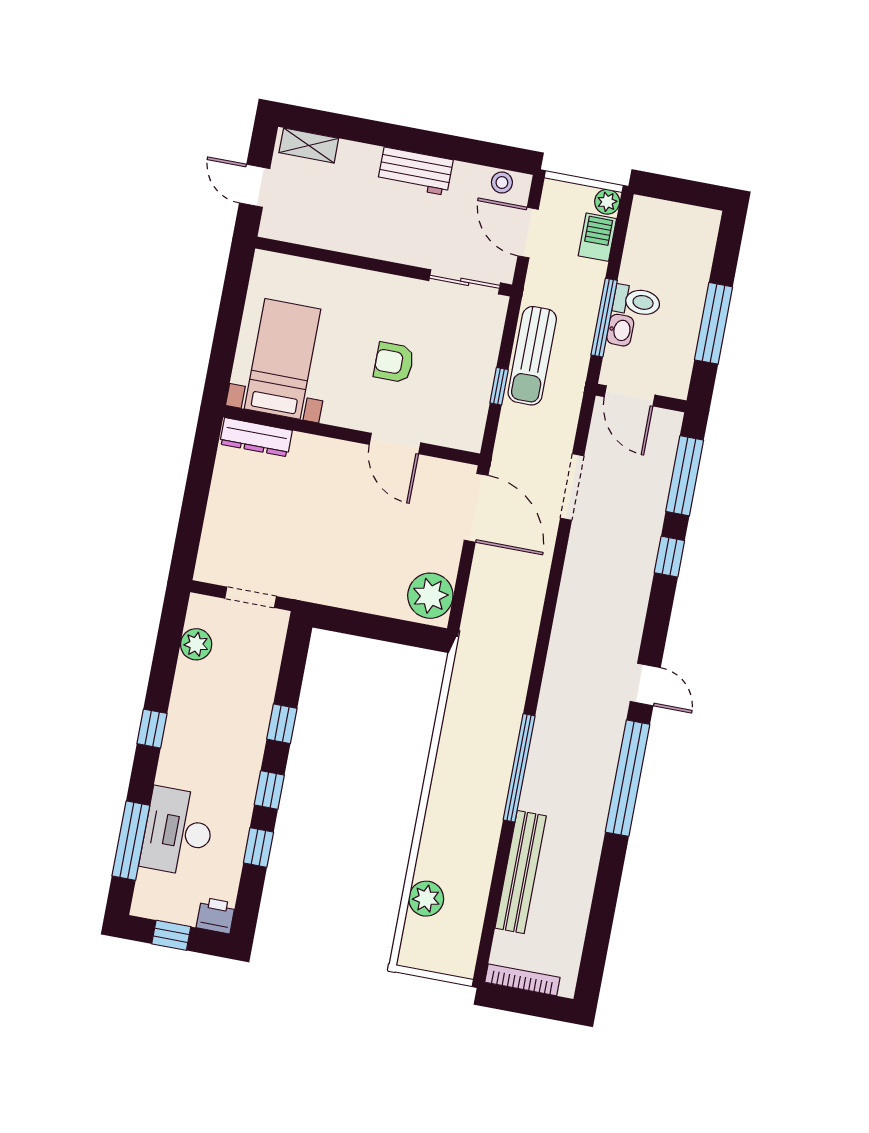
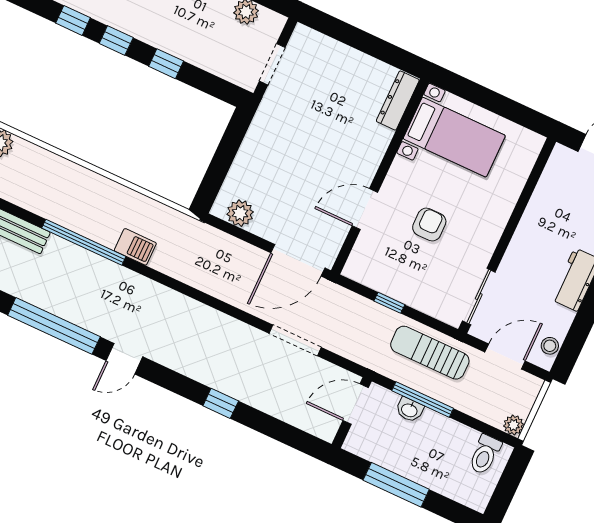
barbecue: (597, 237) -> (135, 247), moved
toilet: (637, 301) -> (485, 455), moved
sun lounger: (532, 356) -> (430, 353), moved
window: (685, 476) -> (281, 432), removed
plant: (430, 596) -> (240, 213), width x0.73, depth x0.73

